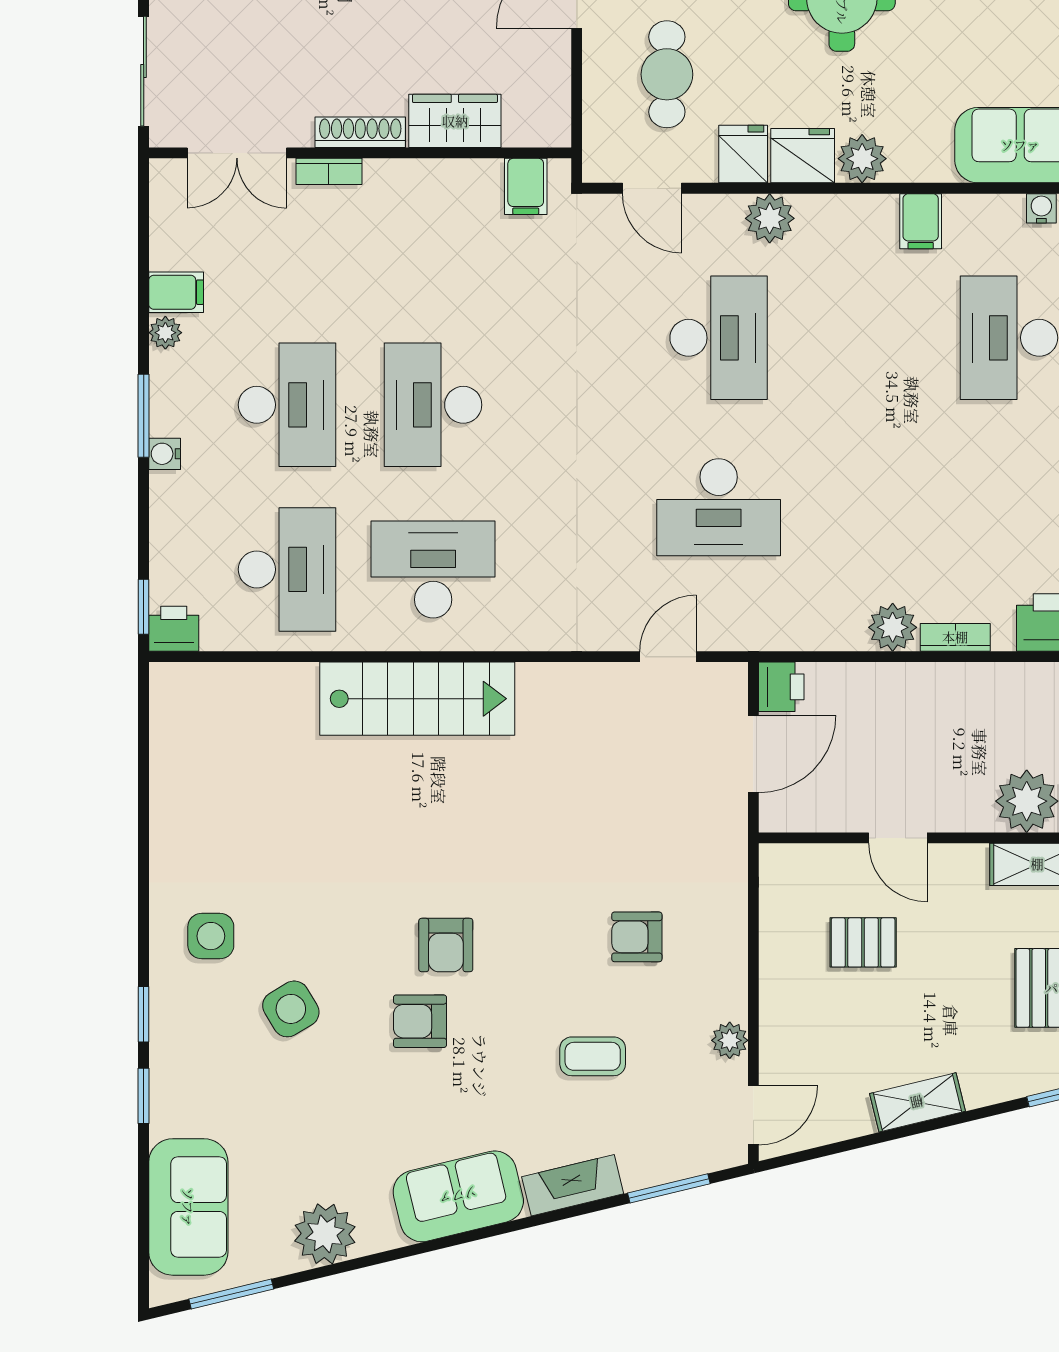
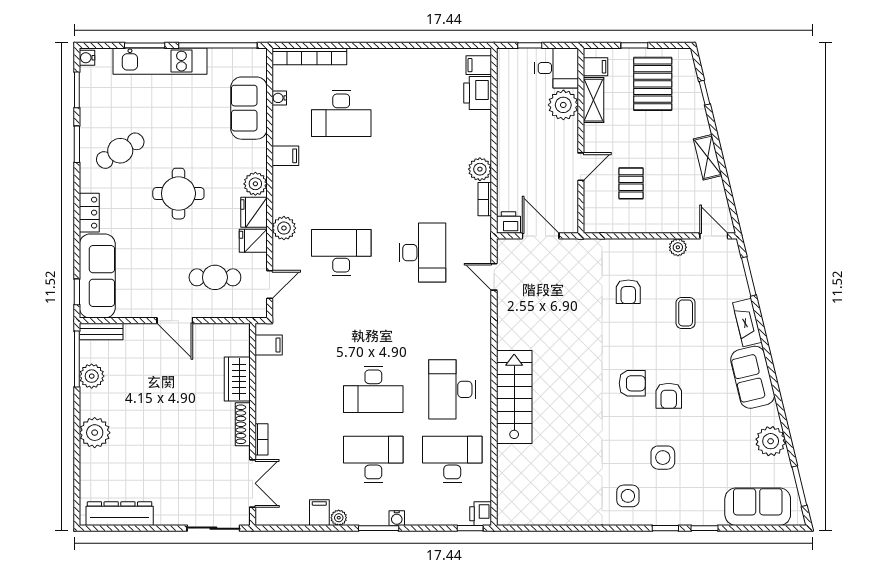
bookcase: (955, 637) -> (485, 199), moved
side table: (291, 1009) -> (663, 458), turned 31

